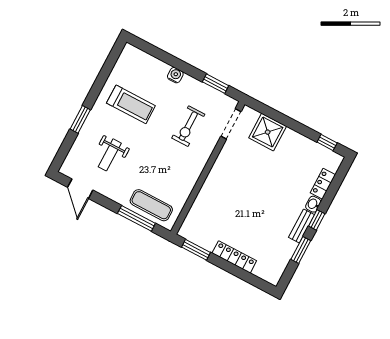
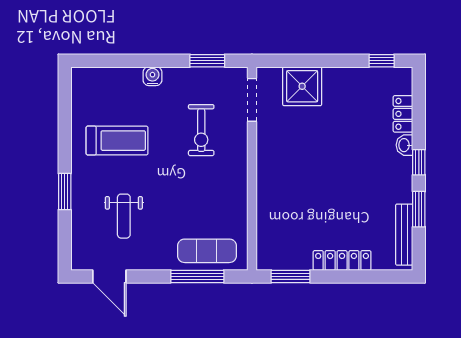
bench: (302, 226) -> (404, 235), moved, width x1.36

